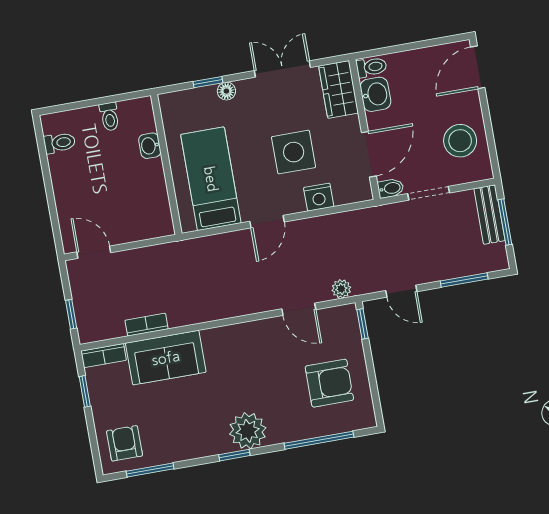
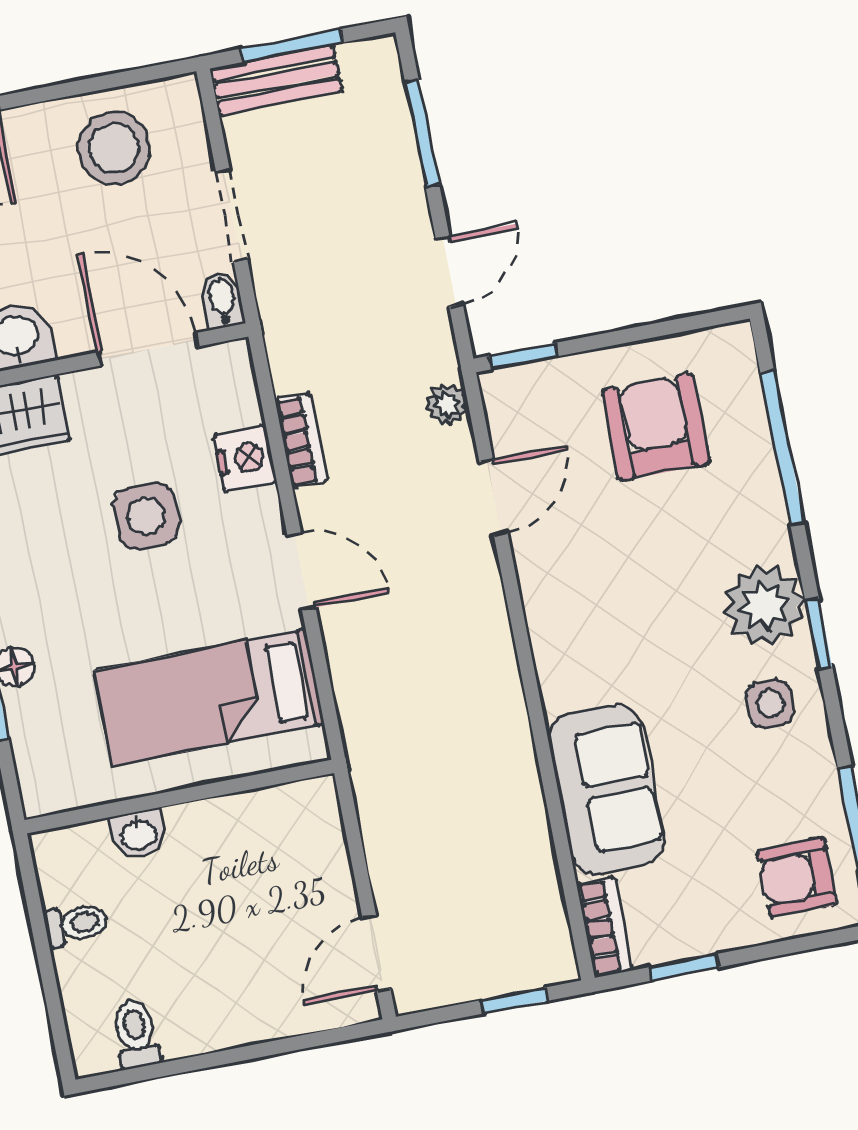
side table: (294, 152) -> (146, 516), width x0.73, depth x0.73
bookcase: (147, 325) -> (301, 441), moved, turned 180
side table: (203, 433) -> (770, 704), added

